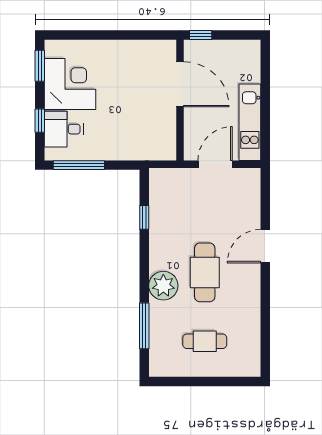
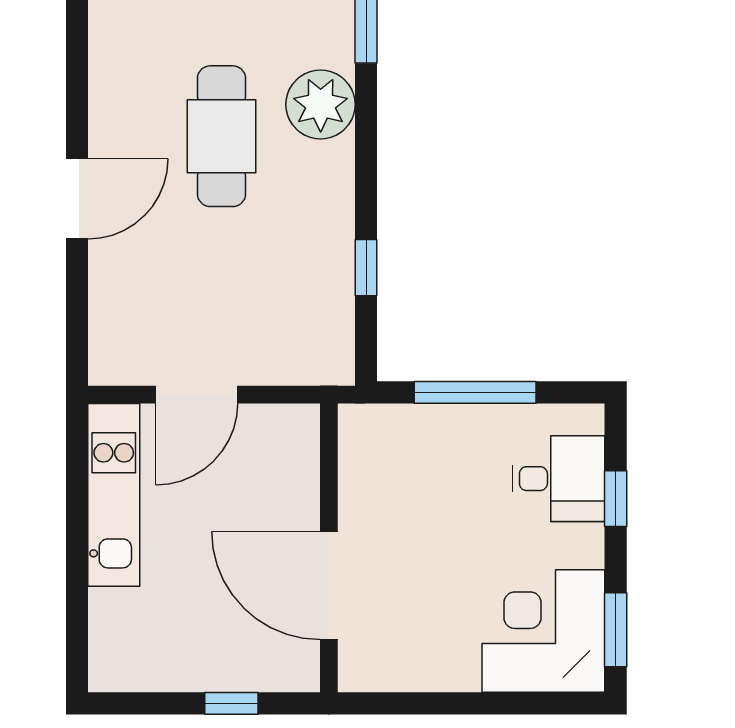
corner desk: (70, 84) -> (543, 631), moved, turned 90
door: (180, 84) -> (329, 586), moved
wall: (180, 100) -> (329, 548), moved
window: (79, 165) -> (475, 392), moved

